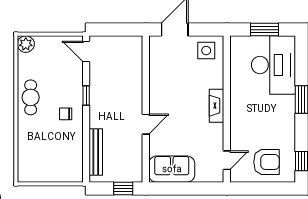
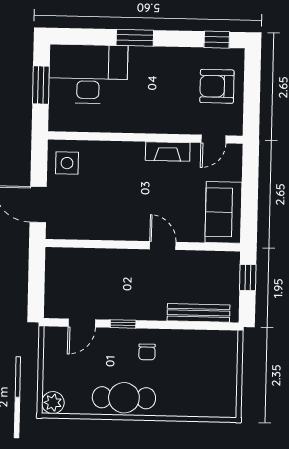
door: (86, 51) -> (82, 323), moved
cafe table: (31, 97) -> (124, 398), width x1.37, depth x1.35
fireplace: (217, 106) -> (168, 152), moved
door: (227, 160) -> (213, 139), swing flipped
armchair: (266, 162) -> (217, 86), turned -90

